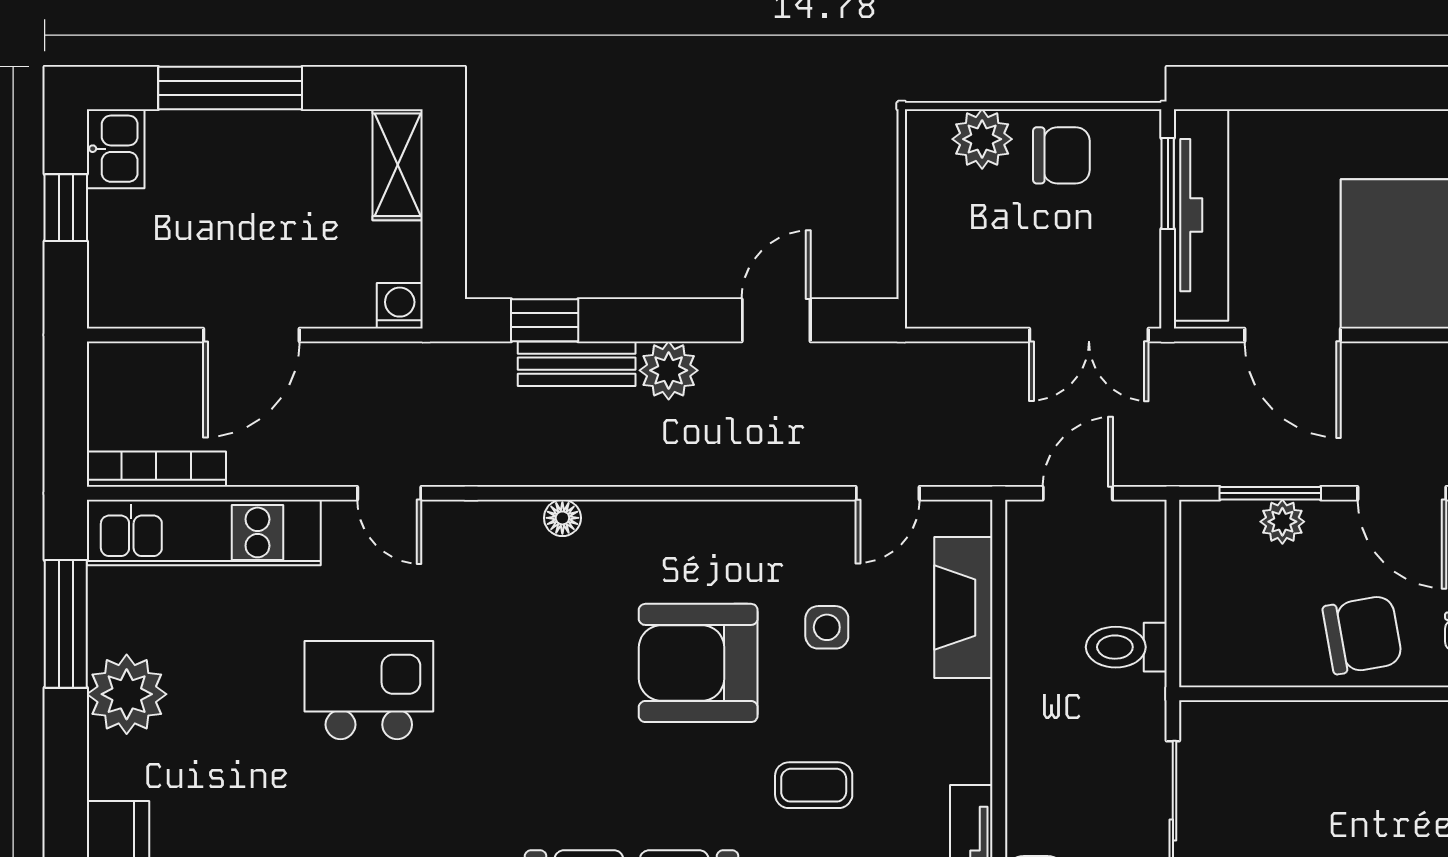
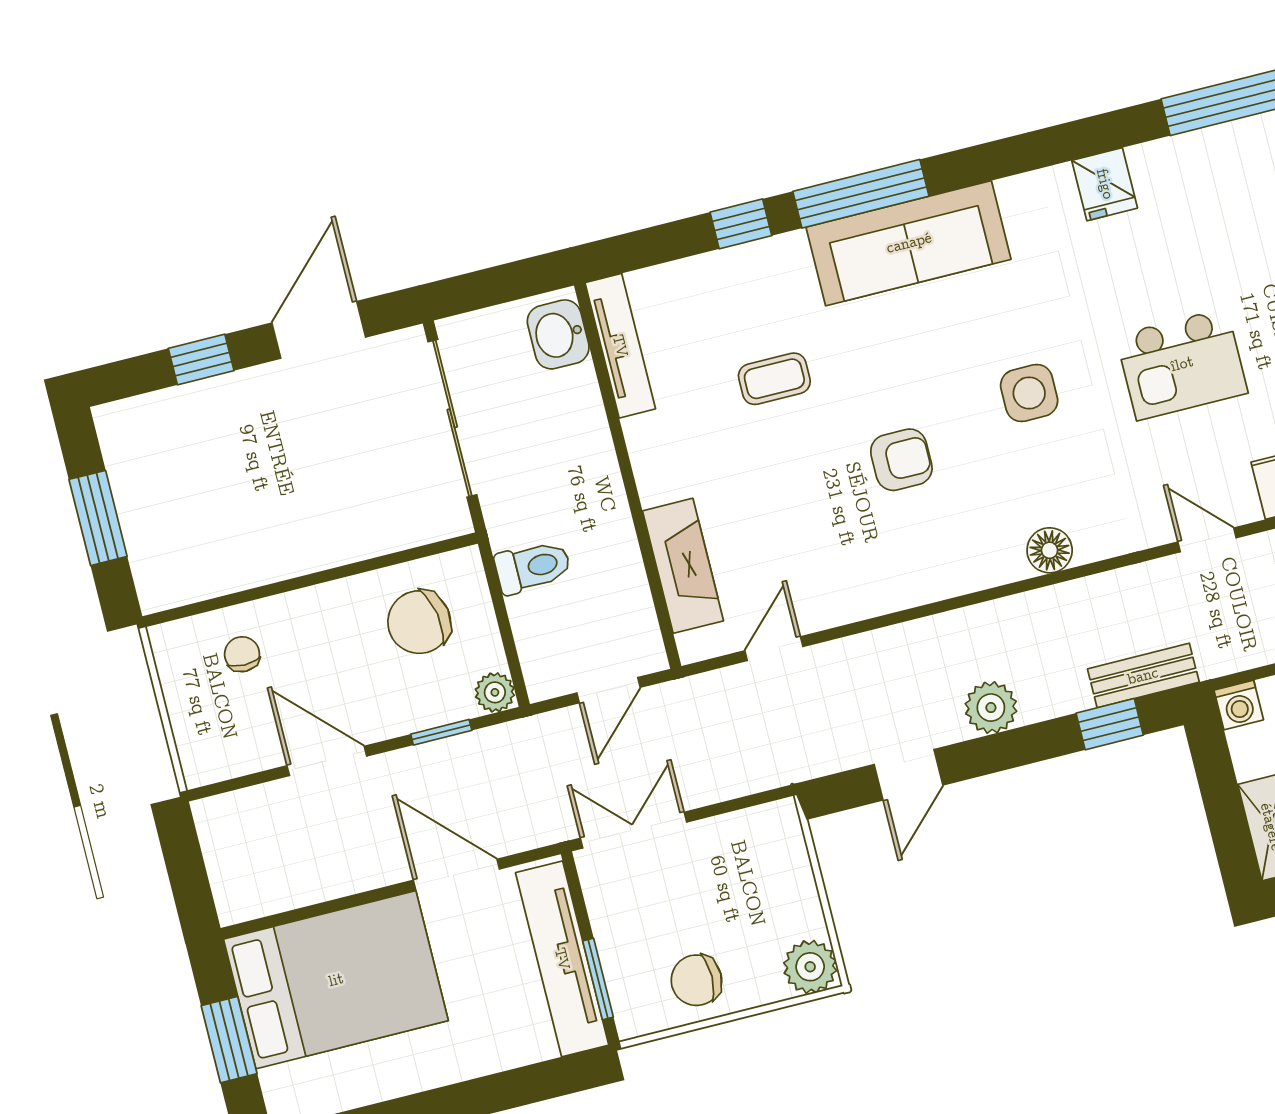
plant: (982, 139) -> (810, 967), moved
bench: (577, 364) -> (1143, 676), moved
window: (1270, 493) -> (441, 732), width x0.67
floor lamp: (562, 518) -> (1050, 550), width x1.37, depth x1.37
plant: (1282, 522) -> (495, 692), moved
side table: (827, 627) -> (1029, 393), moved, width x1.37, depth x1.37
chair: (1363, 635) -> (419, 622), moved
armchair: (698, 663) -> (901, 460), width x0.53, depth x0.53

